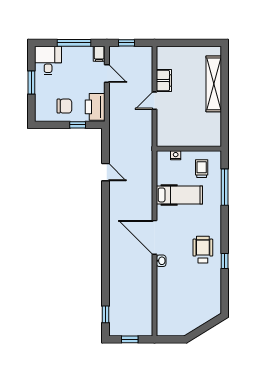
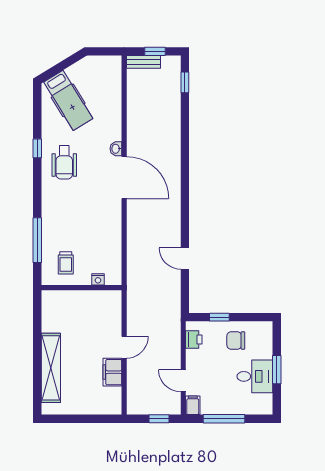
desk: (48, 61) -> (255, 376), moved, turned -90
printer: (95, 107) -> (194, 339), width x0.53, depth x0.68
hospital bed: (179, 195) -> (68, 100), moved, turned -122
bench: (139, 331) -> (144, 62), added

